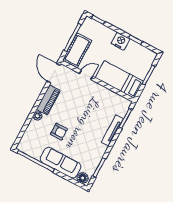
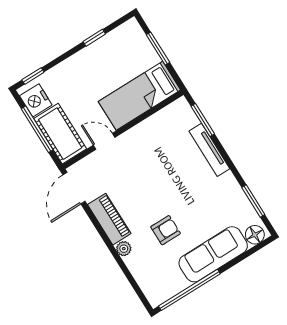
nightstand: (121, 41) -> (36, 100), moved, turned -90
door: (54, 73) -> (74, 188), hinge flipped
door: (86, 75) -> (104, 141), hinge flipped

